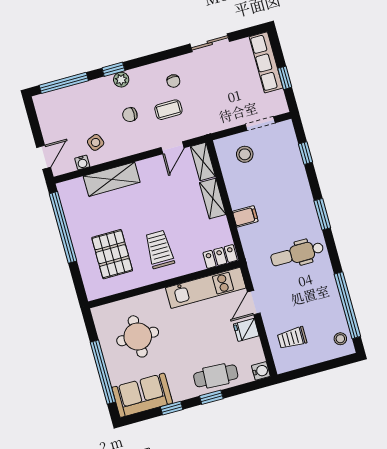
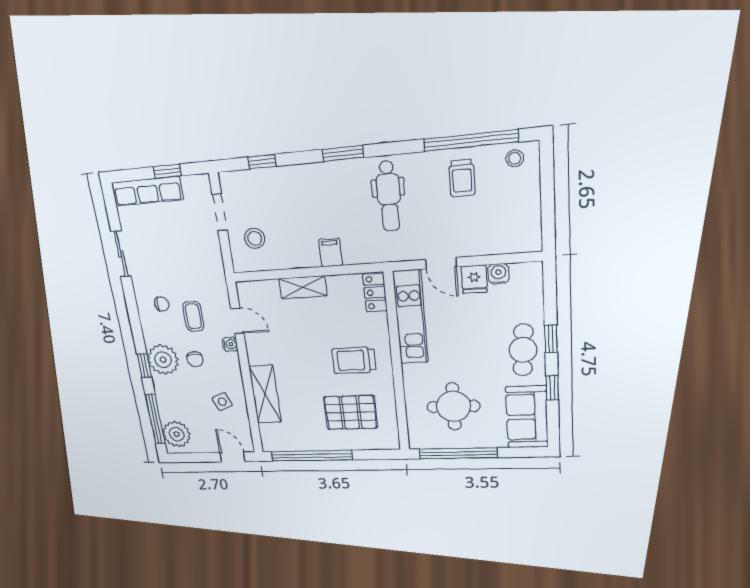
plant: (121, 80) -> (163, 360), width x1.87, depth x1.87
plant: (54, 104) -> (177, 434), added
water cooler: (82, 162) -> (230, 344), moved
shelving: (203, 162) -> (257, 290), removed
trolley: (292, 338) -> (462, 178), moved
water cooler: (261, 371) -> (499, 274), moved
window: (103, 372) -> (458, 453), moved
cafe table: (216, 376) -> (523, 350), moved

